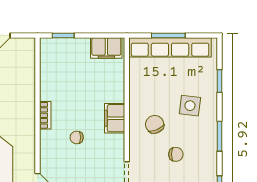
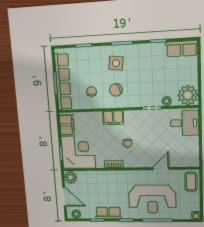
plant: (26, 47) -> (70, 177), added
corner desk: (64, 62) -> (78, 152), added
side table: (190, 106) -> (116, 63), moved
chair: (176, 154) -> (91, 91), moved

